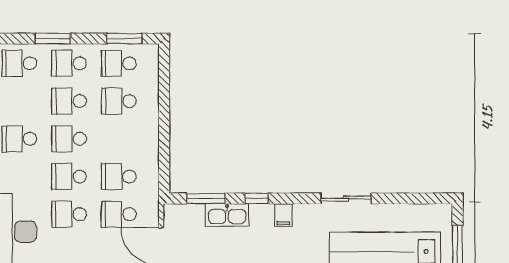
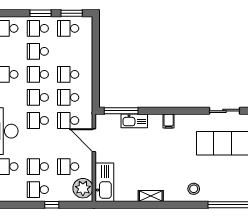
window: (53, 39) -> (41, 13), moved
school desk: (119, 101) -> (68, 74), moved
window: (206, 198) -> (121, 111), width x1.44
window: (257, 198) -> (152, 111), removed
sliding door: (346, 198) -> (225, 111), moved

